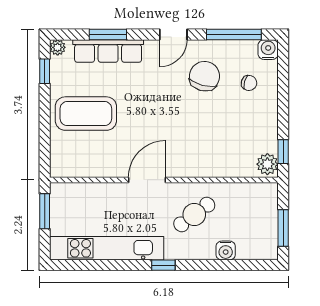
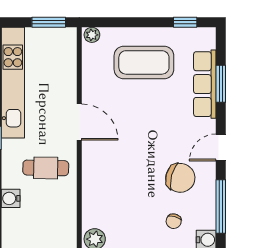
door: (173, 34) -> (221, 147), hinge flipped
plant: (58, 47) -> (92, 35), moved
coffee table: (86, 114) -> (144, 62), turned 90
cafe table: (194, 214) -> (46, 168), turned -52

